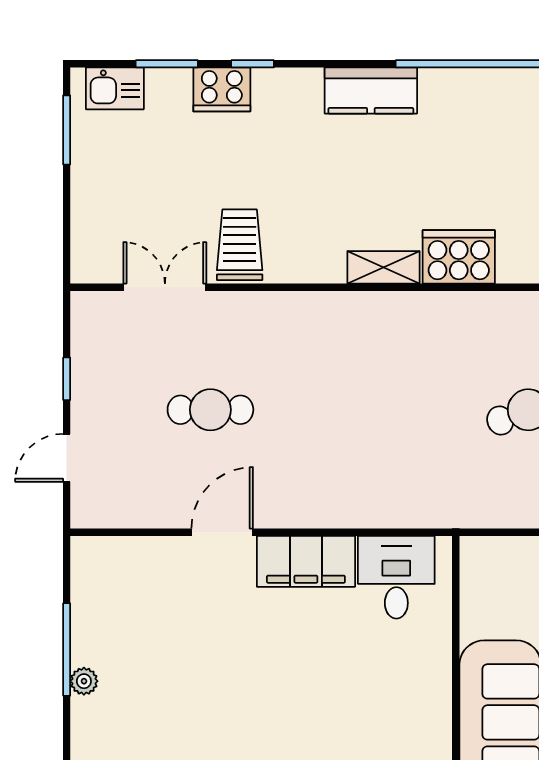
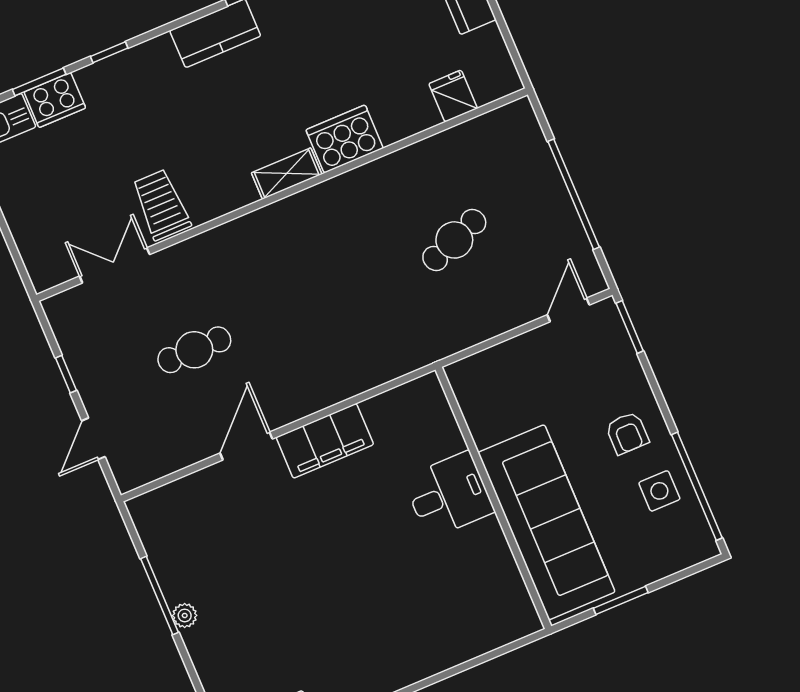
cooker: (222, 89) -> (55, 100), moved
desk: (396, 577) -> (449, 495), moved, turned 90

